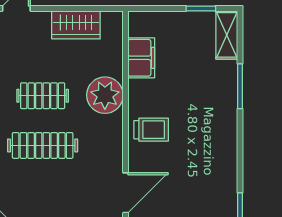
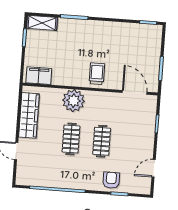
wardrobe: (76, 25) -> (29, 115), width x1.50
filing cabinet: (141, 58) -> (39, 76), moved
clothes rail: (43, 145) -> (102, 141), width x0.73

